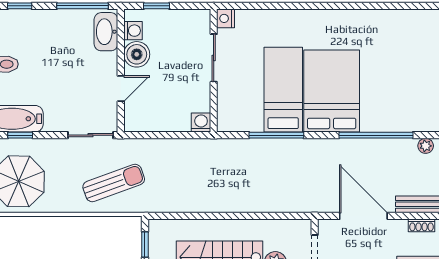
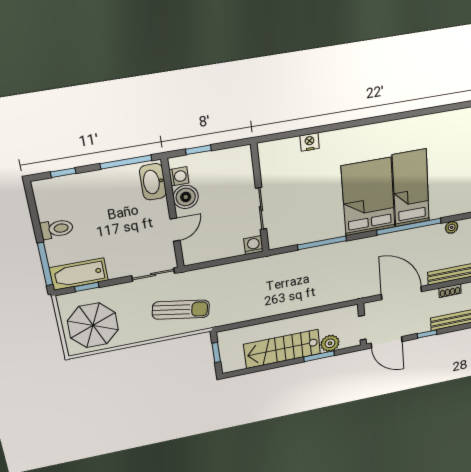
nightstand: (225, 18) -> (310, 142), moved, turned 90
sliding door: (214, 58) -> (261, 209), moved
bed: (283, 90) -> (411, 188), moved
sun lounger: (114, 183) -> (181, 310), turned 30

